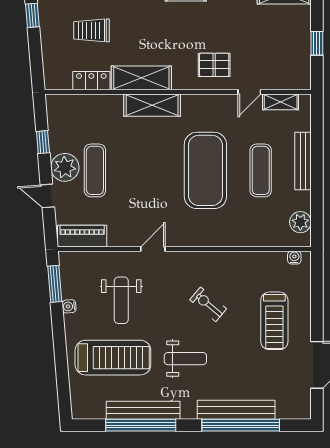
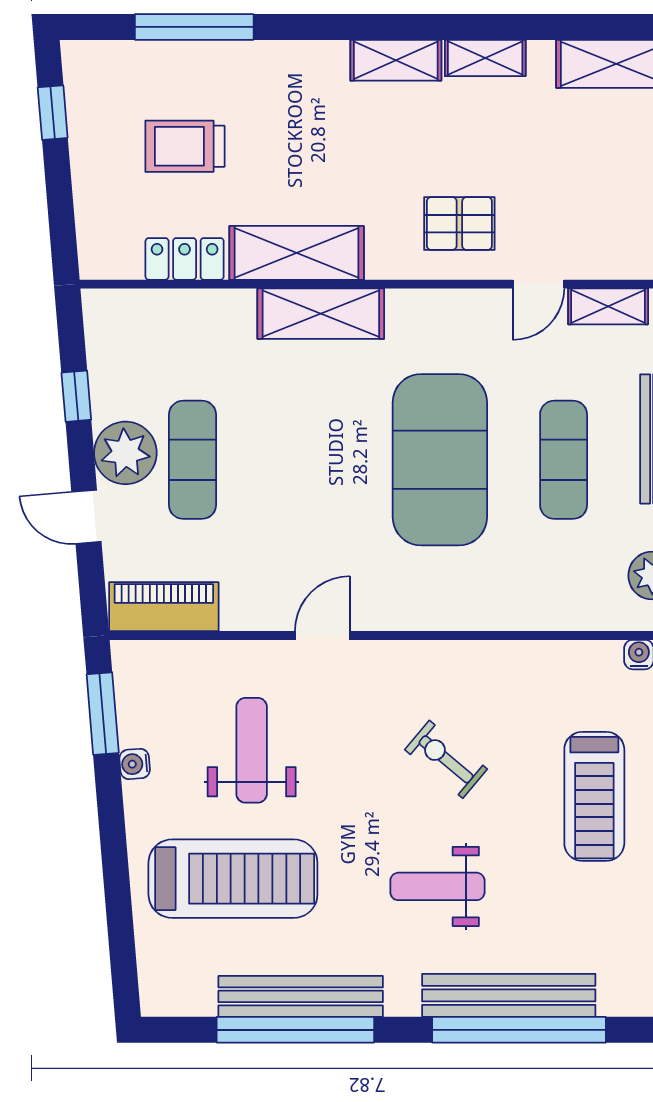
weight bench: (121, 300) -> (252, 750), turned 180
weight bench: (185, 359) -> (437, 886), moved, turned 180

